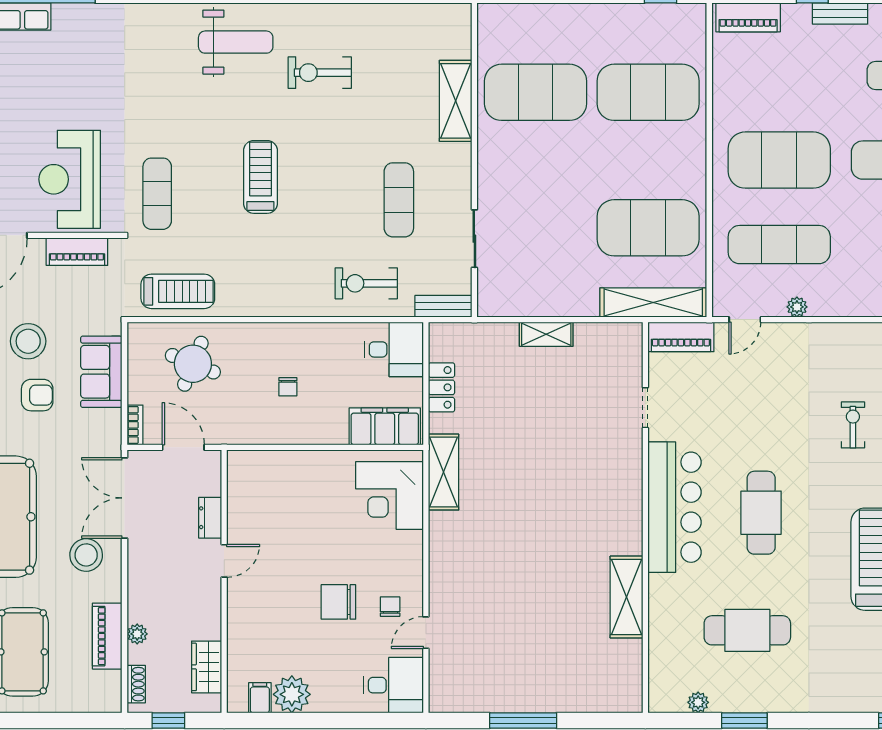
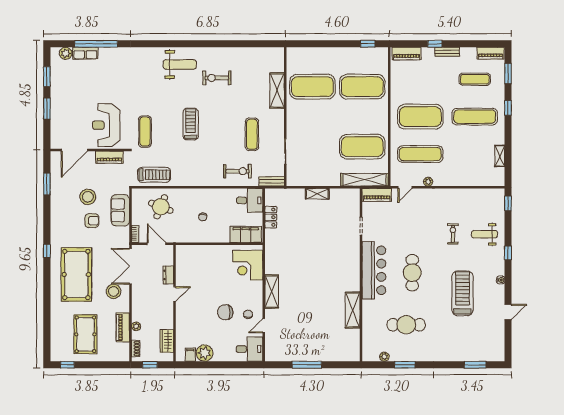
exercise bike: (366, 283) -> (237, 171), turned 180
shelving: (444, 472) -> (272, 291), moved

